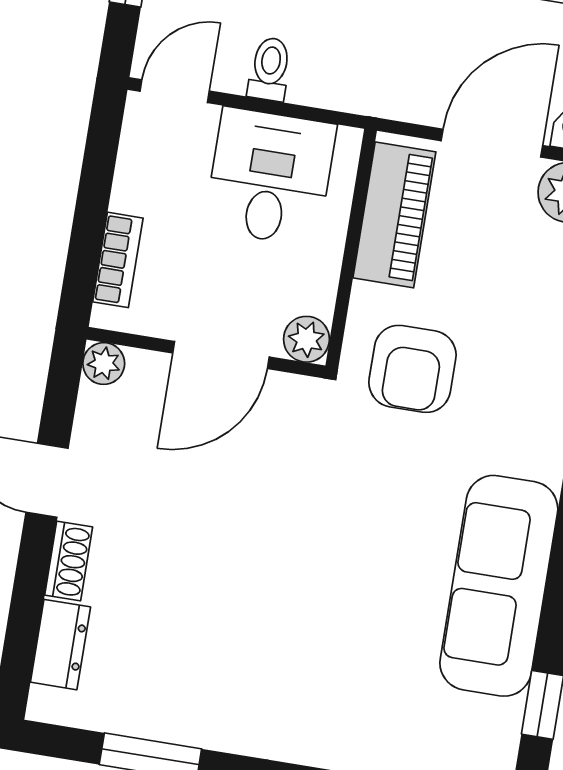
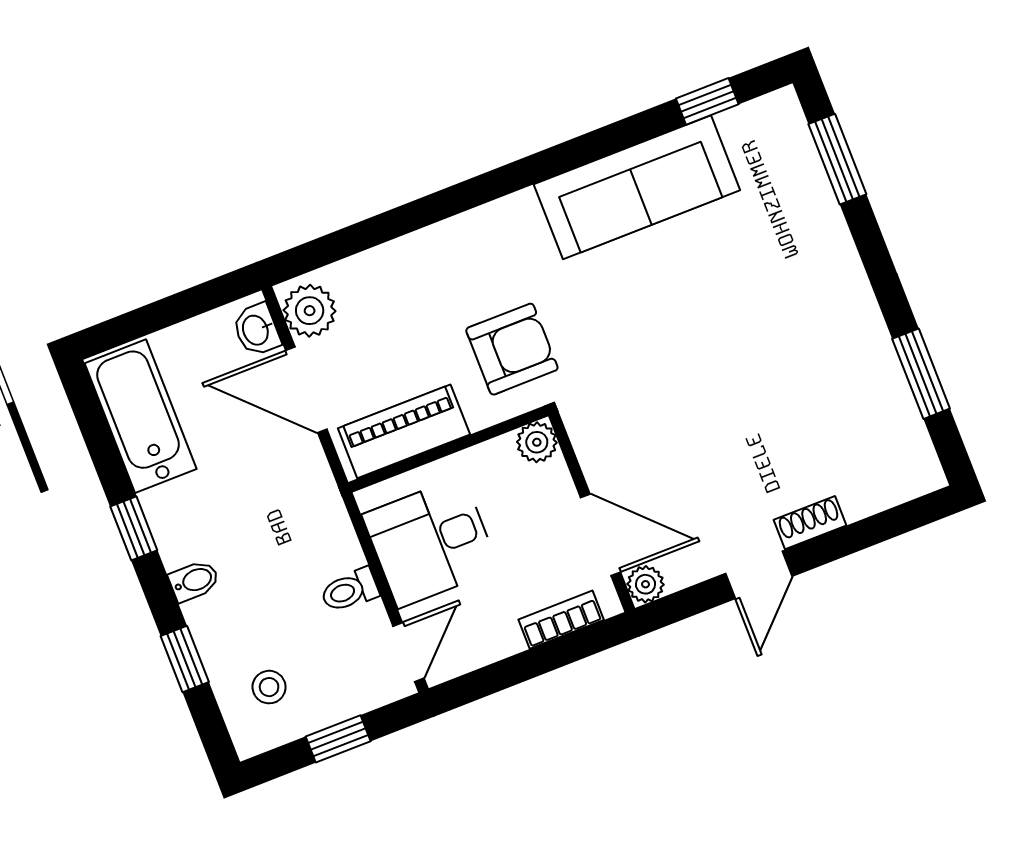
door: (175, 91) -> (409, 652), swing flipped
door: (221, 355) -> (600, 535), moved
dresser: (60, 645) -> (877, 492), removed

